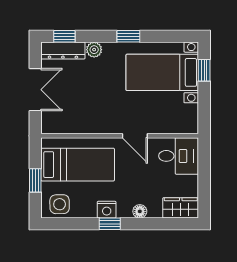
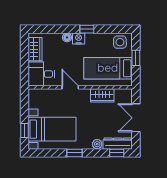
wardrobe: (86, 124) -> (102, 95), added
wardrobe: (181, 208) -> (35, 49), moved, turned -90
nightstand: (107, 210) -> (79, 38), moved

